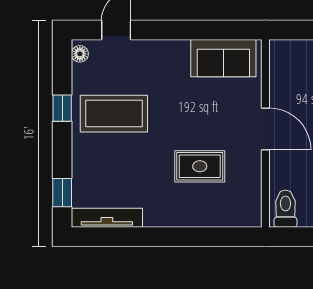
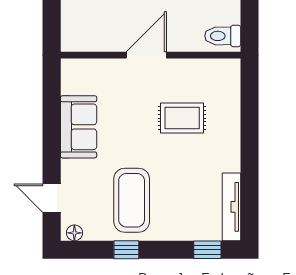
sofa: (223, 58) -> (79, 127), moved
rug: (200, 166) -> (182, 118), turned 90

